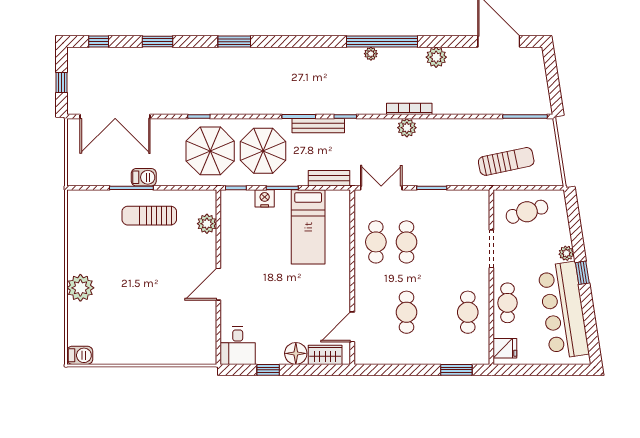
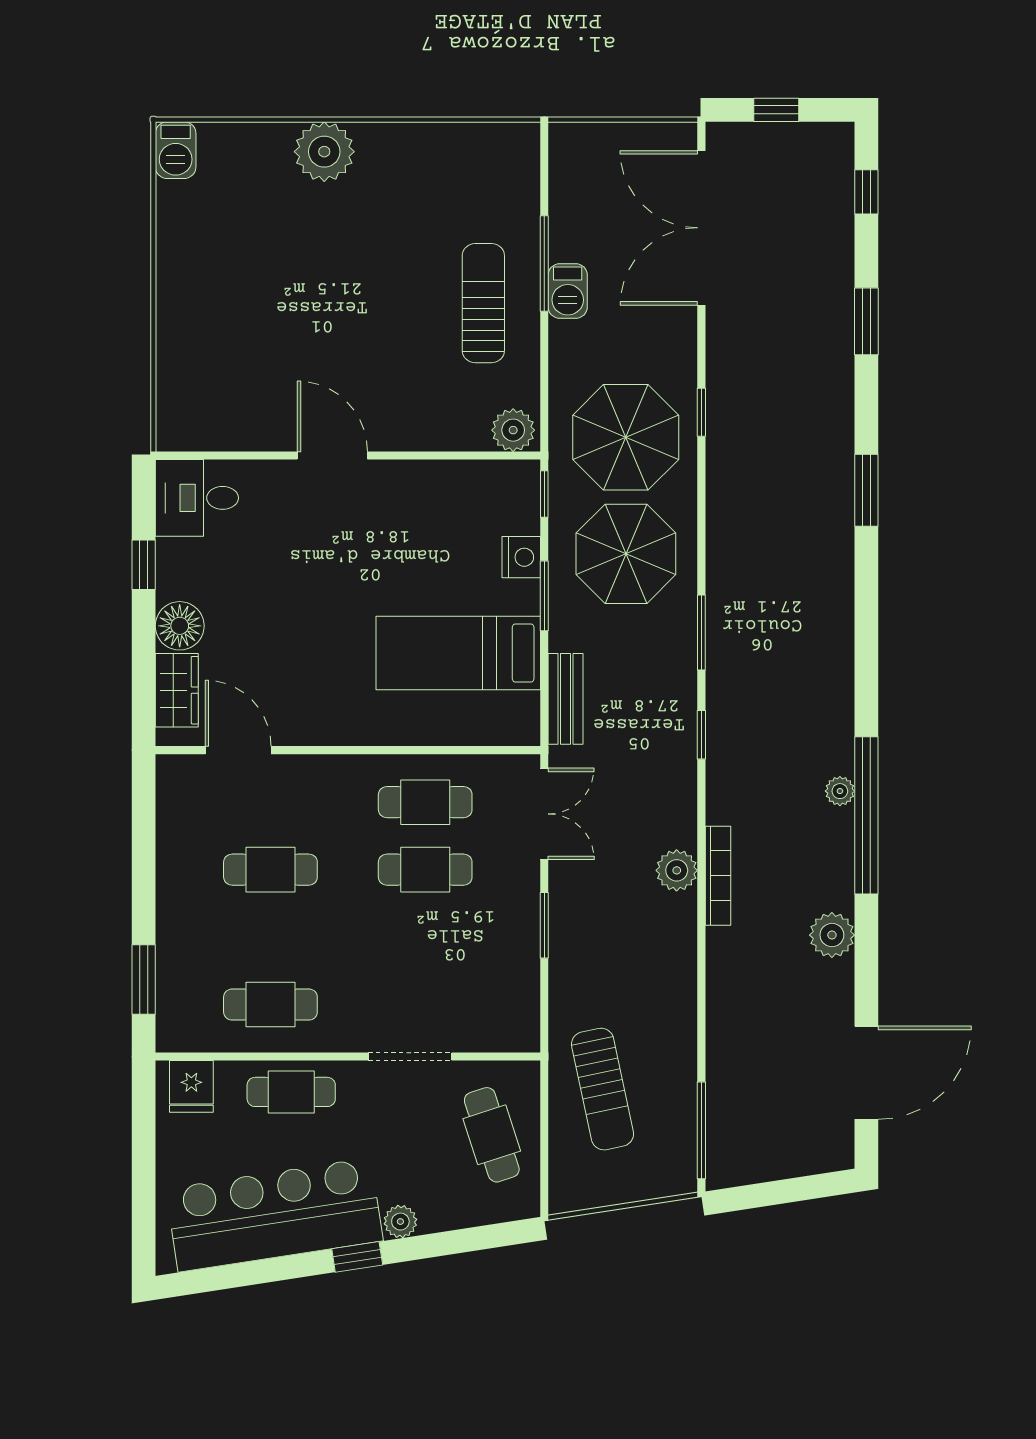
bench: (318, 126) -> (681, 675), removed
plant: (207, 224) -> (513, 430), moved

